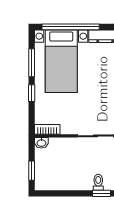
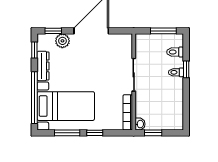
bookcase: (47, 129) -> (128, 112), width x1.56
window: (32, 171) -> (153, 133), moved

